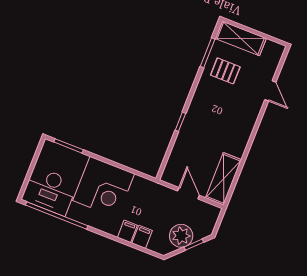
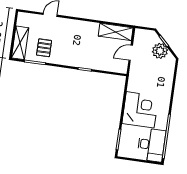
filing cabinet: (127, 231) -> (166, 87), removed
filing cabinet: (142, 237) -> (167, 76), removed

